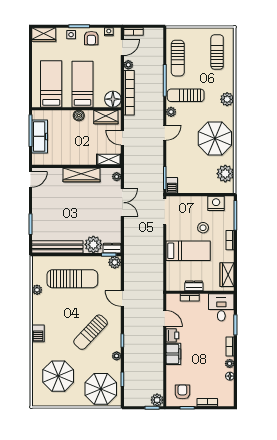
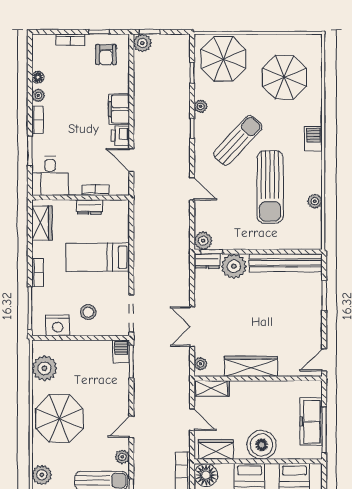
boiler: (79, 116) -> (262, 445), width x1.86, depth x1.86
stool: (203, 228) -> (88, 312), moved
sun lounger: (72, 279) -> (270, 187), moved, turned -90

